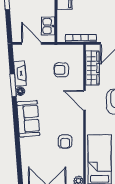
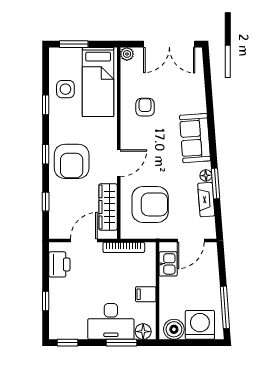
door: (31, 43) -> (191, 240), hinge flipped
armchair: (61, 70) -> (150, 204), width x1.88, depth x1.88
door: (85, 100) -> (119, 163), hinge flipped

